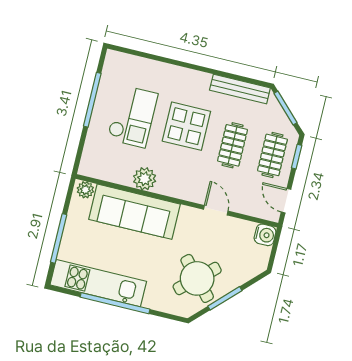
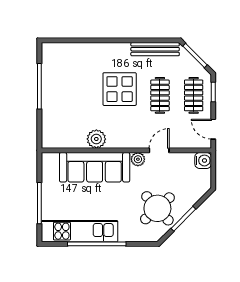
checkout: (133, 116) -> (75, 92), removed
plant: (85, 190) -> (138, 159), moved
door: (216, 210) -> (159, 150), hinge flipped

